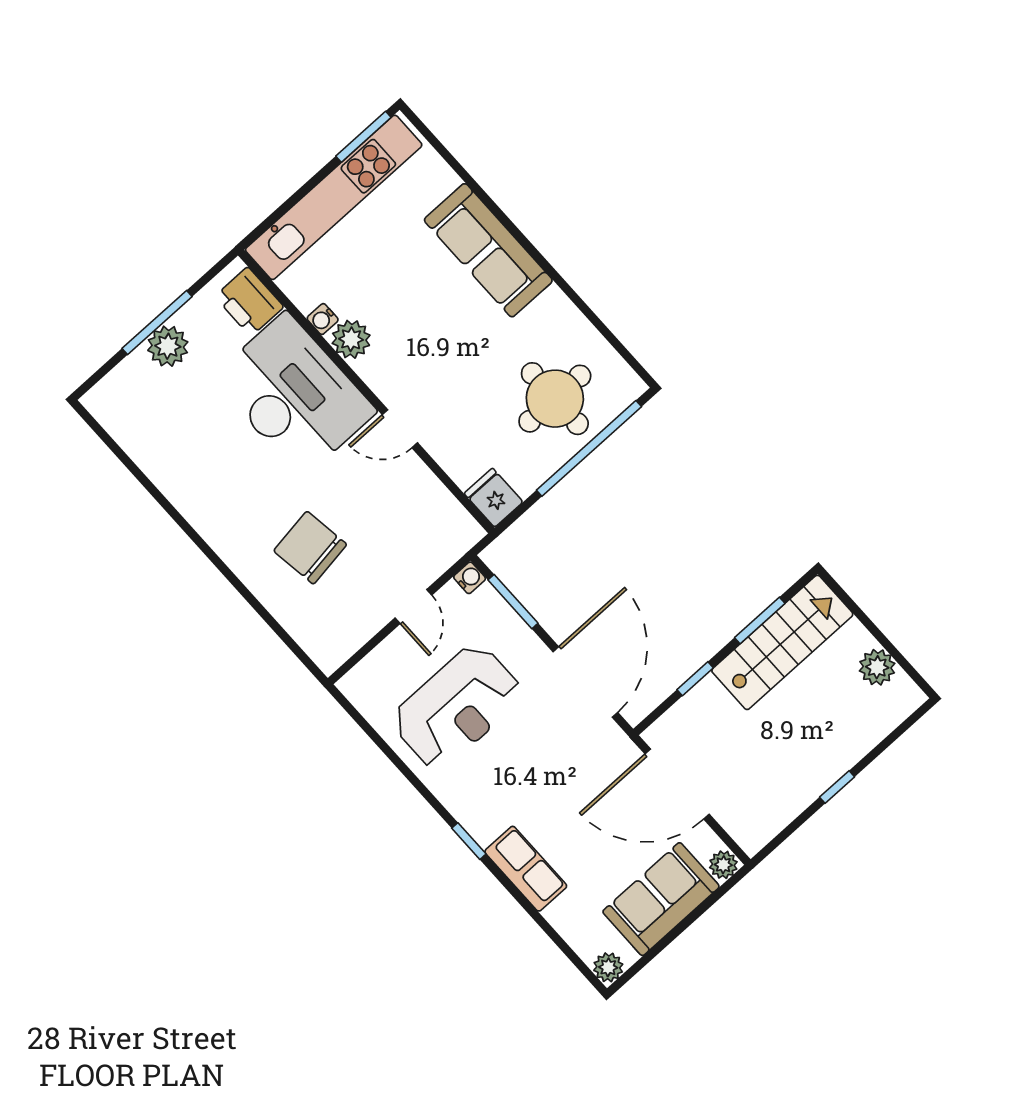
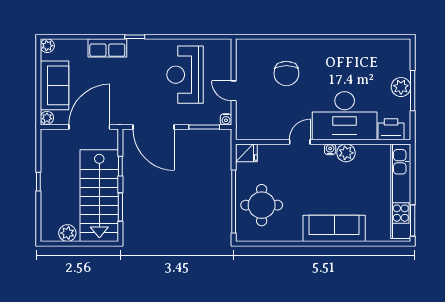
water cooler: (323, 319) -> (330, 149), moved
chair: (310, 548) -> (286, 73), turned 98
stairs: (782, 642) -> (99, 196), width x1.36, depth x1.51

